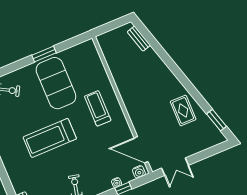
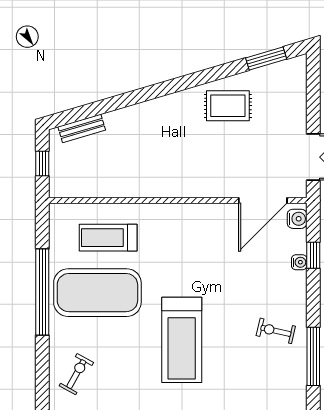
window: (112, 26) -> (42, 163), added
window: (44, 54) -> (42, 292), width x2.11
treadmill: (98, 108) -> (108, 238), moved

